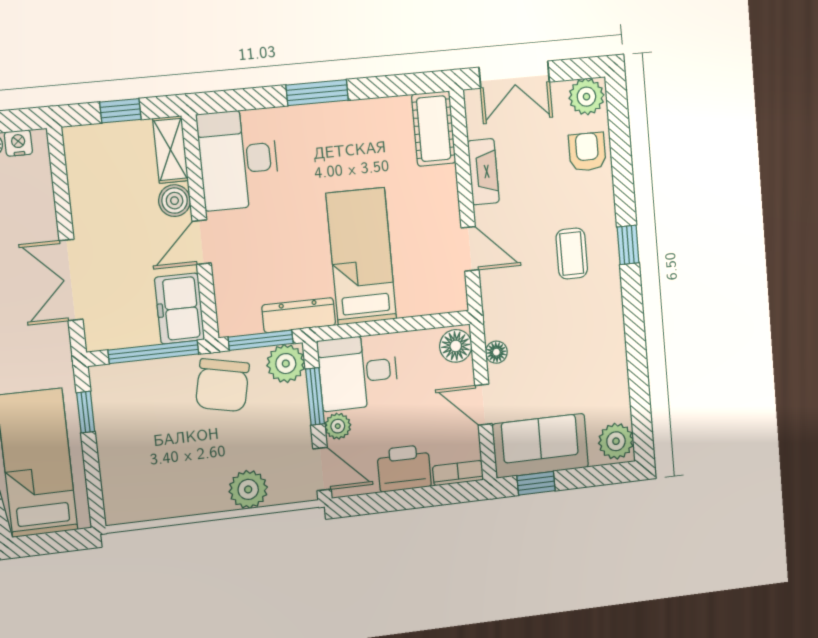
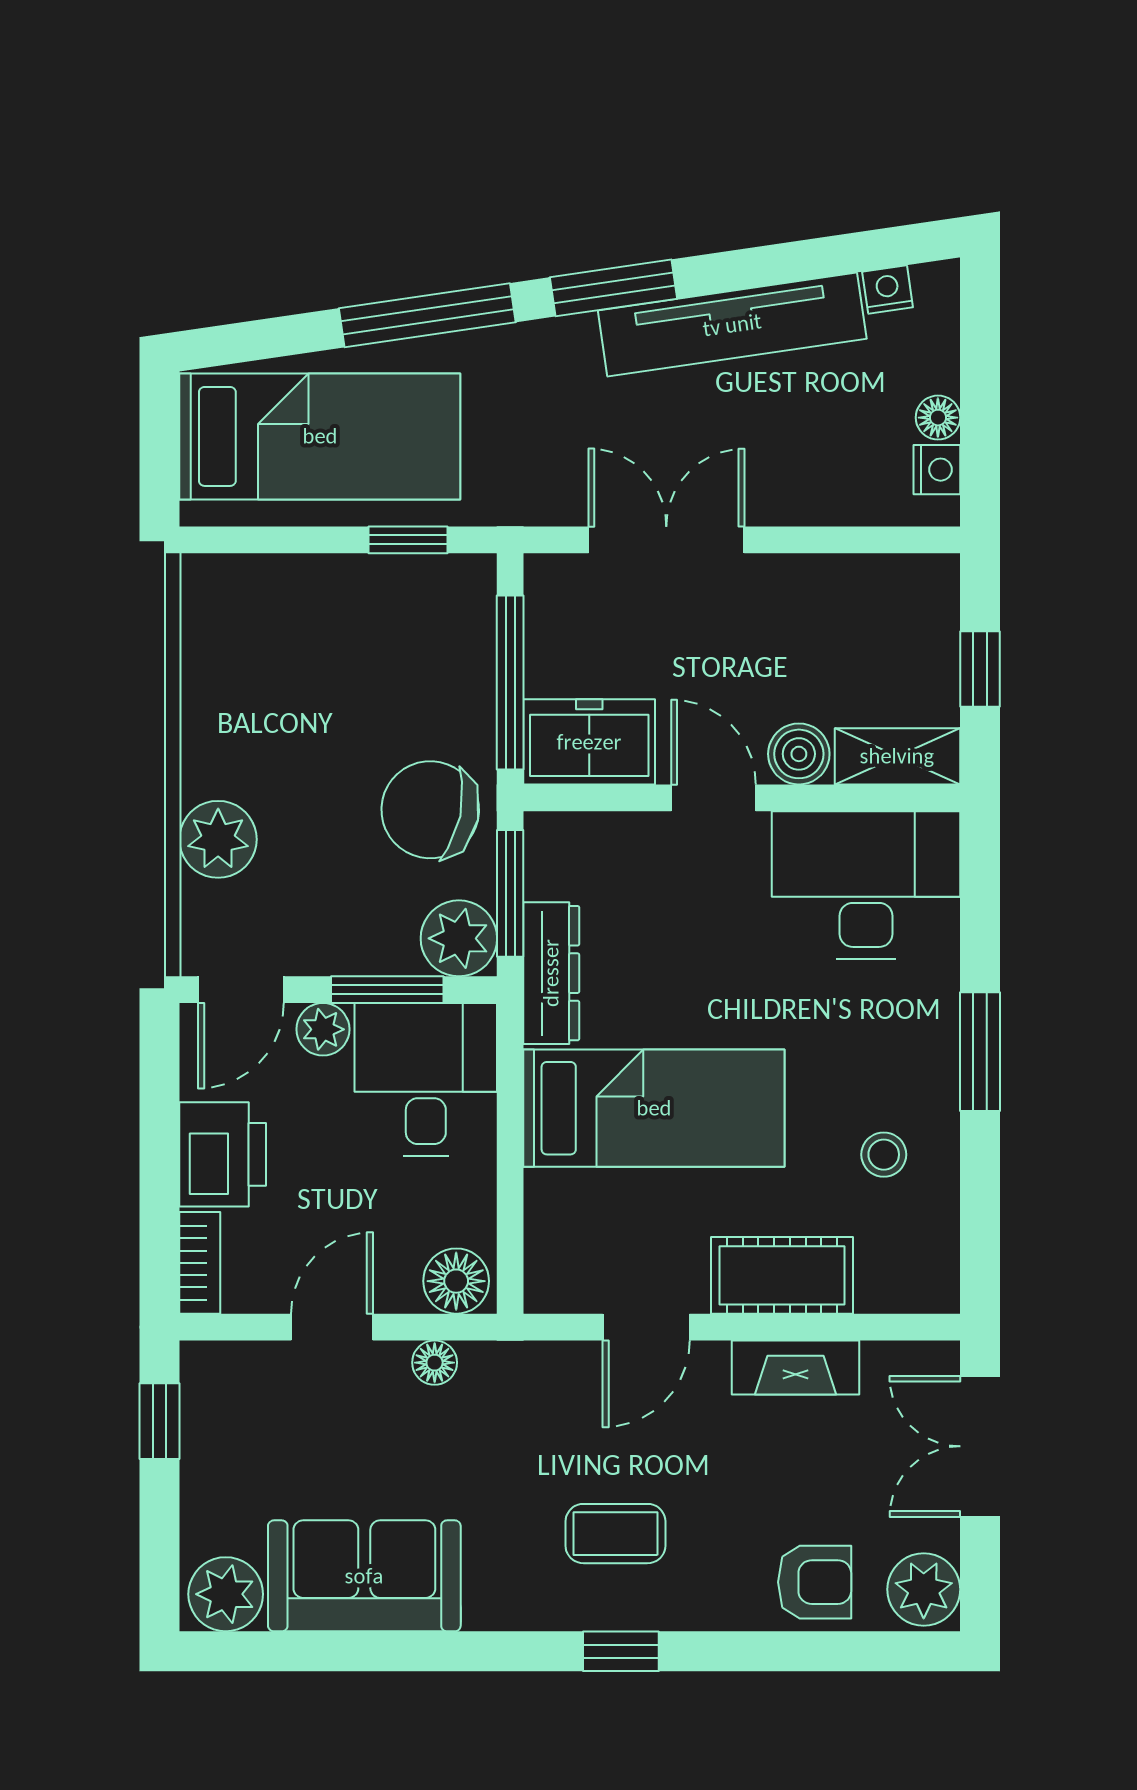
cot: (434, 129) -> (782, 1275), moved
stool: (374, 137) -> (884, 1155), added
sofa: (540, 446) -> (364, 1576), moved, turned -90

